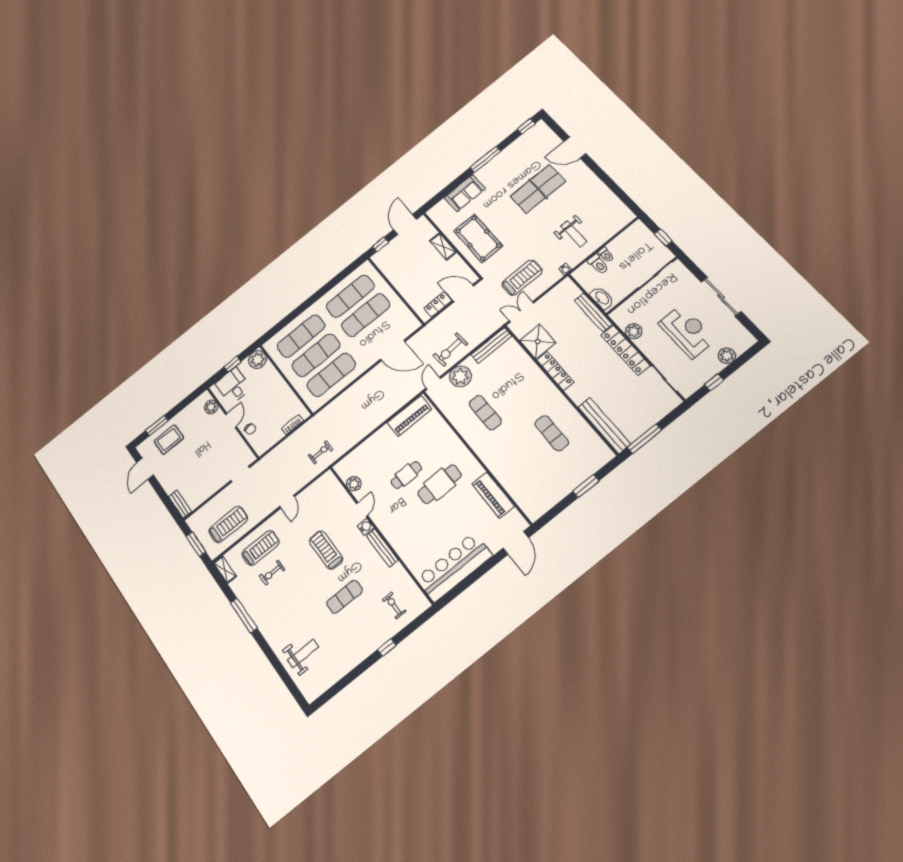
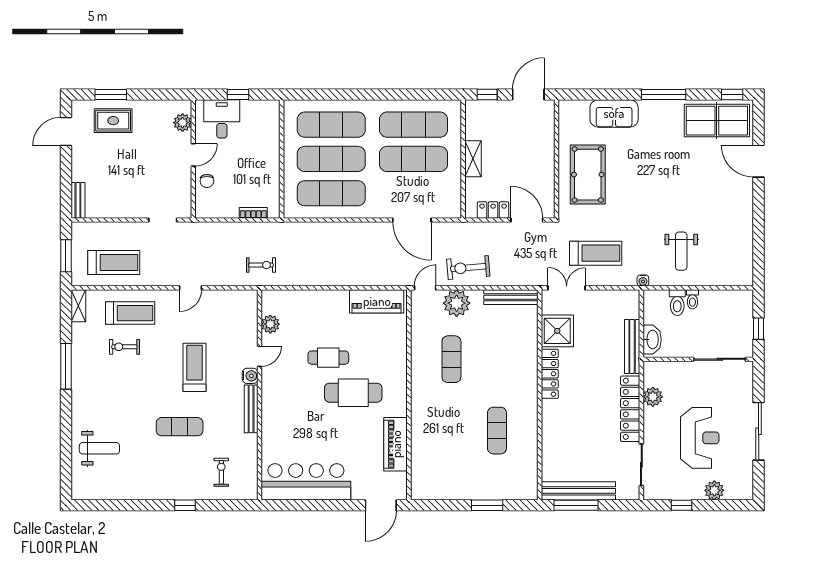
table tennis table: (538, 189) -> (717, 121), moved
shelving: (443, 247) -> (473, 159), moved
plant: (257, 359) -> (268, 112), removed
bench: (604, 425) -> (578, 491), moved, turned 90

